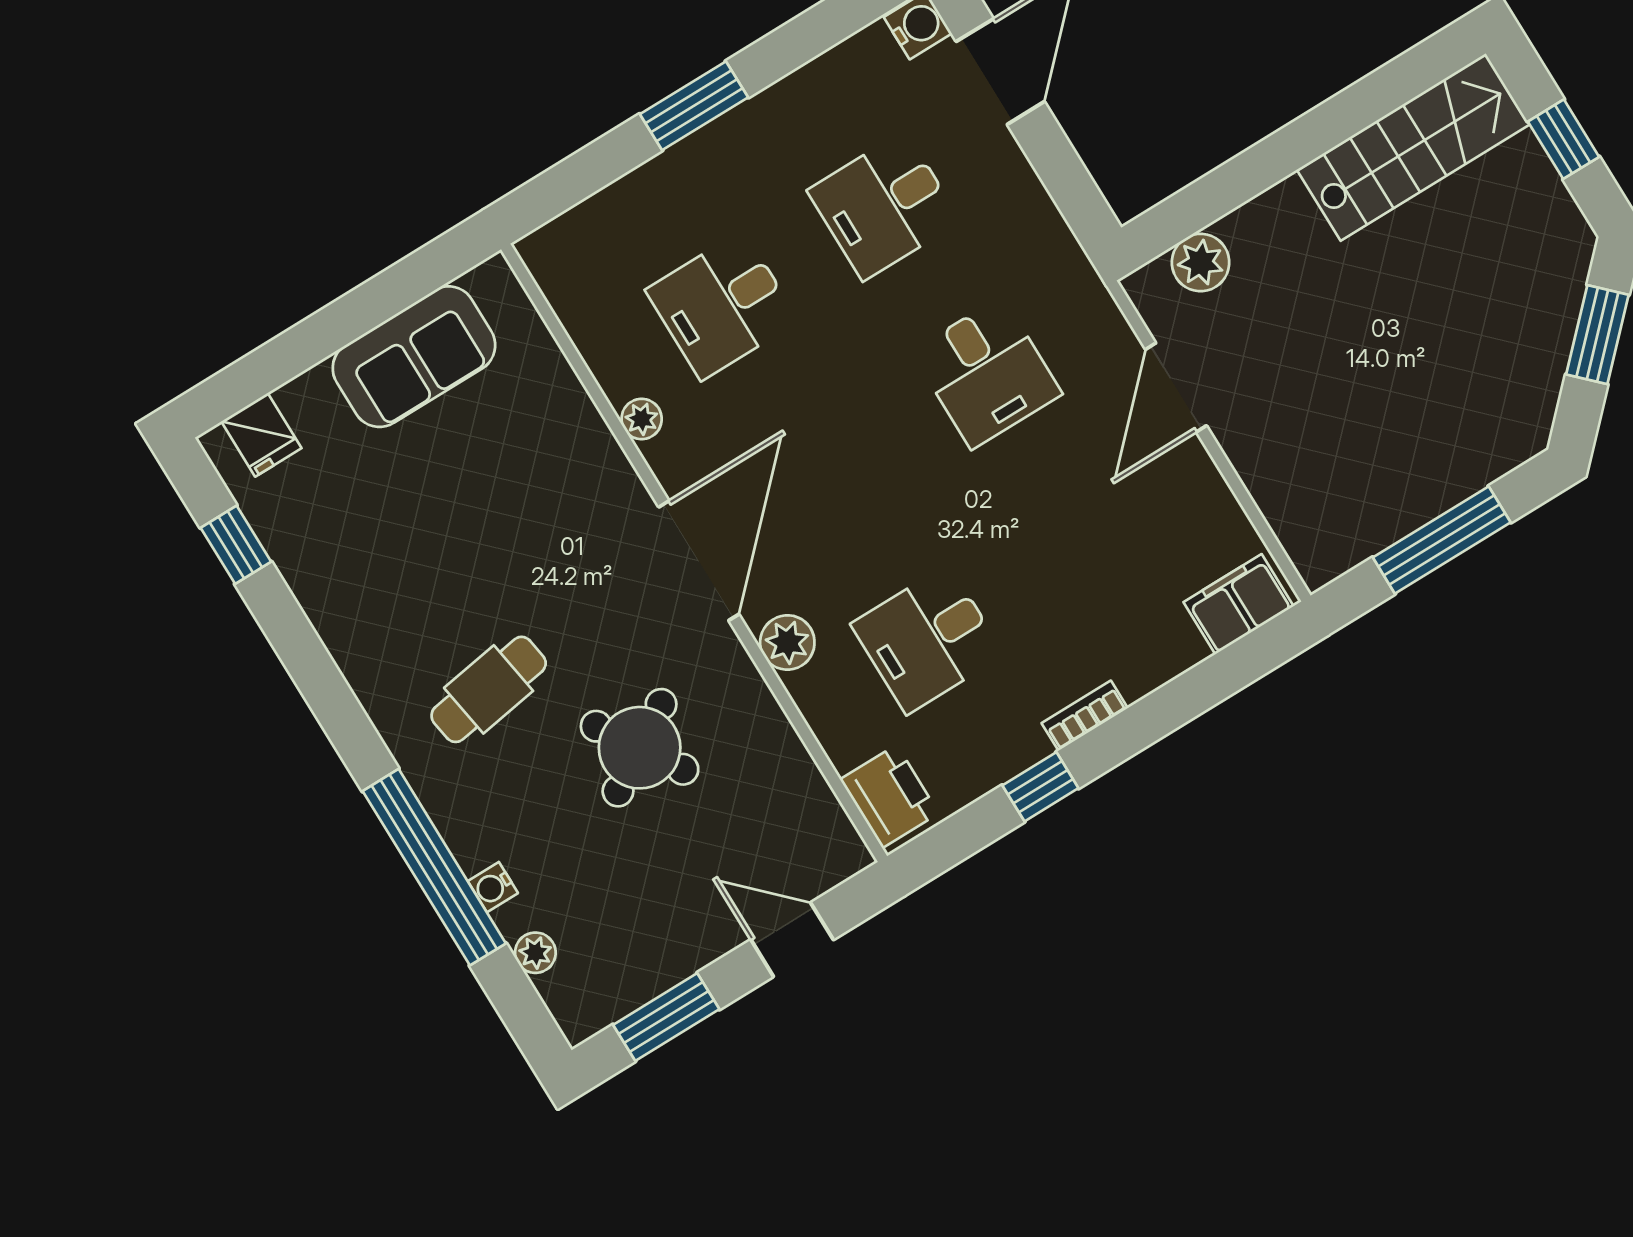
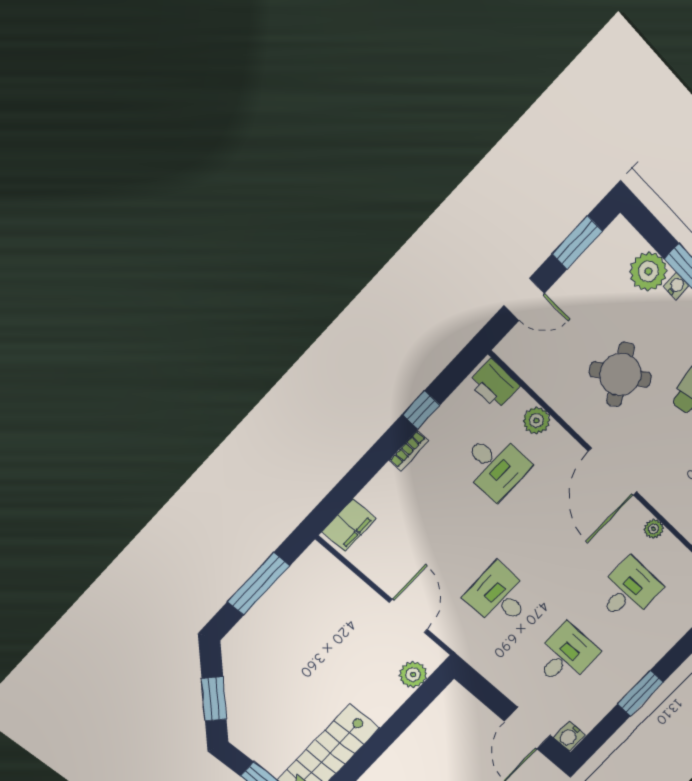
window: (694, 106) -> (640, 693), moved
desk: (928, 639) -> (495, 466), turned 90
plant: (787, 642) -> (536, 421), moved
plant: (535, 953) -> (648, 271), width x1.88, depth x1.88

